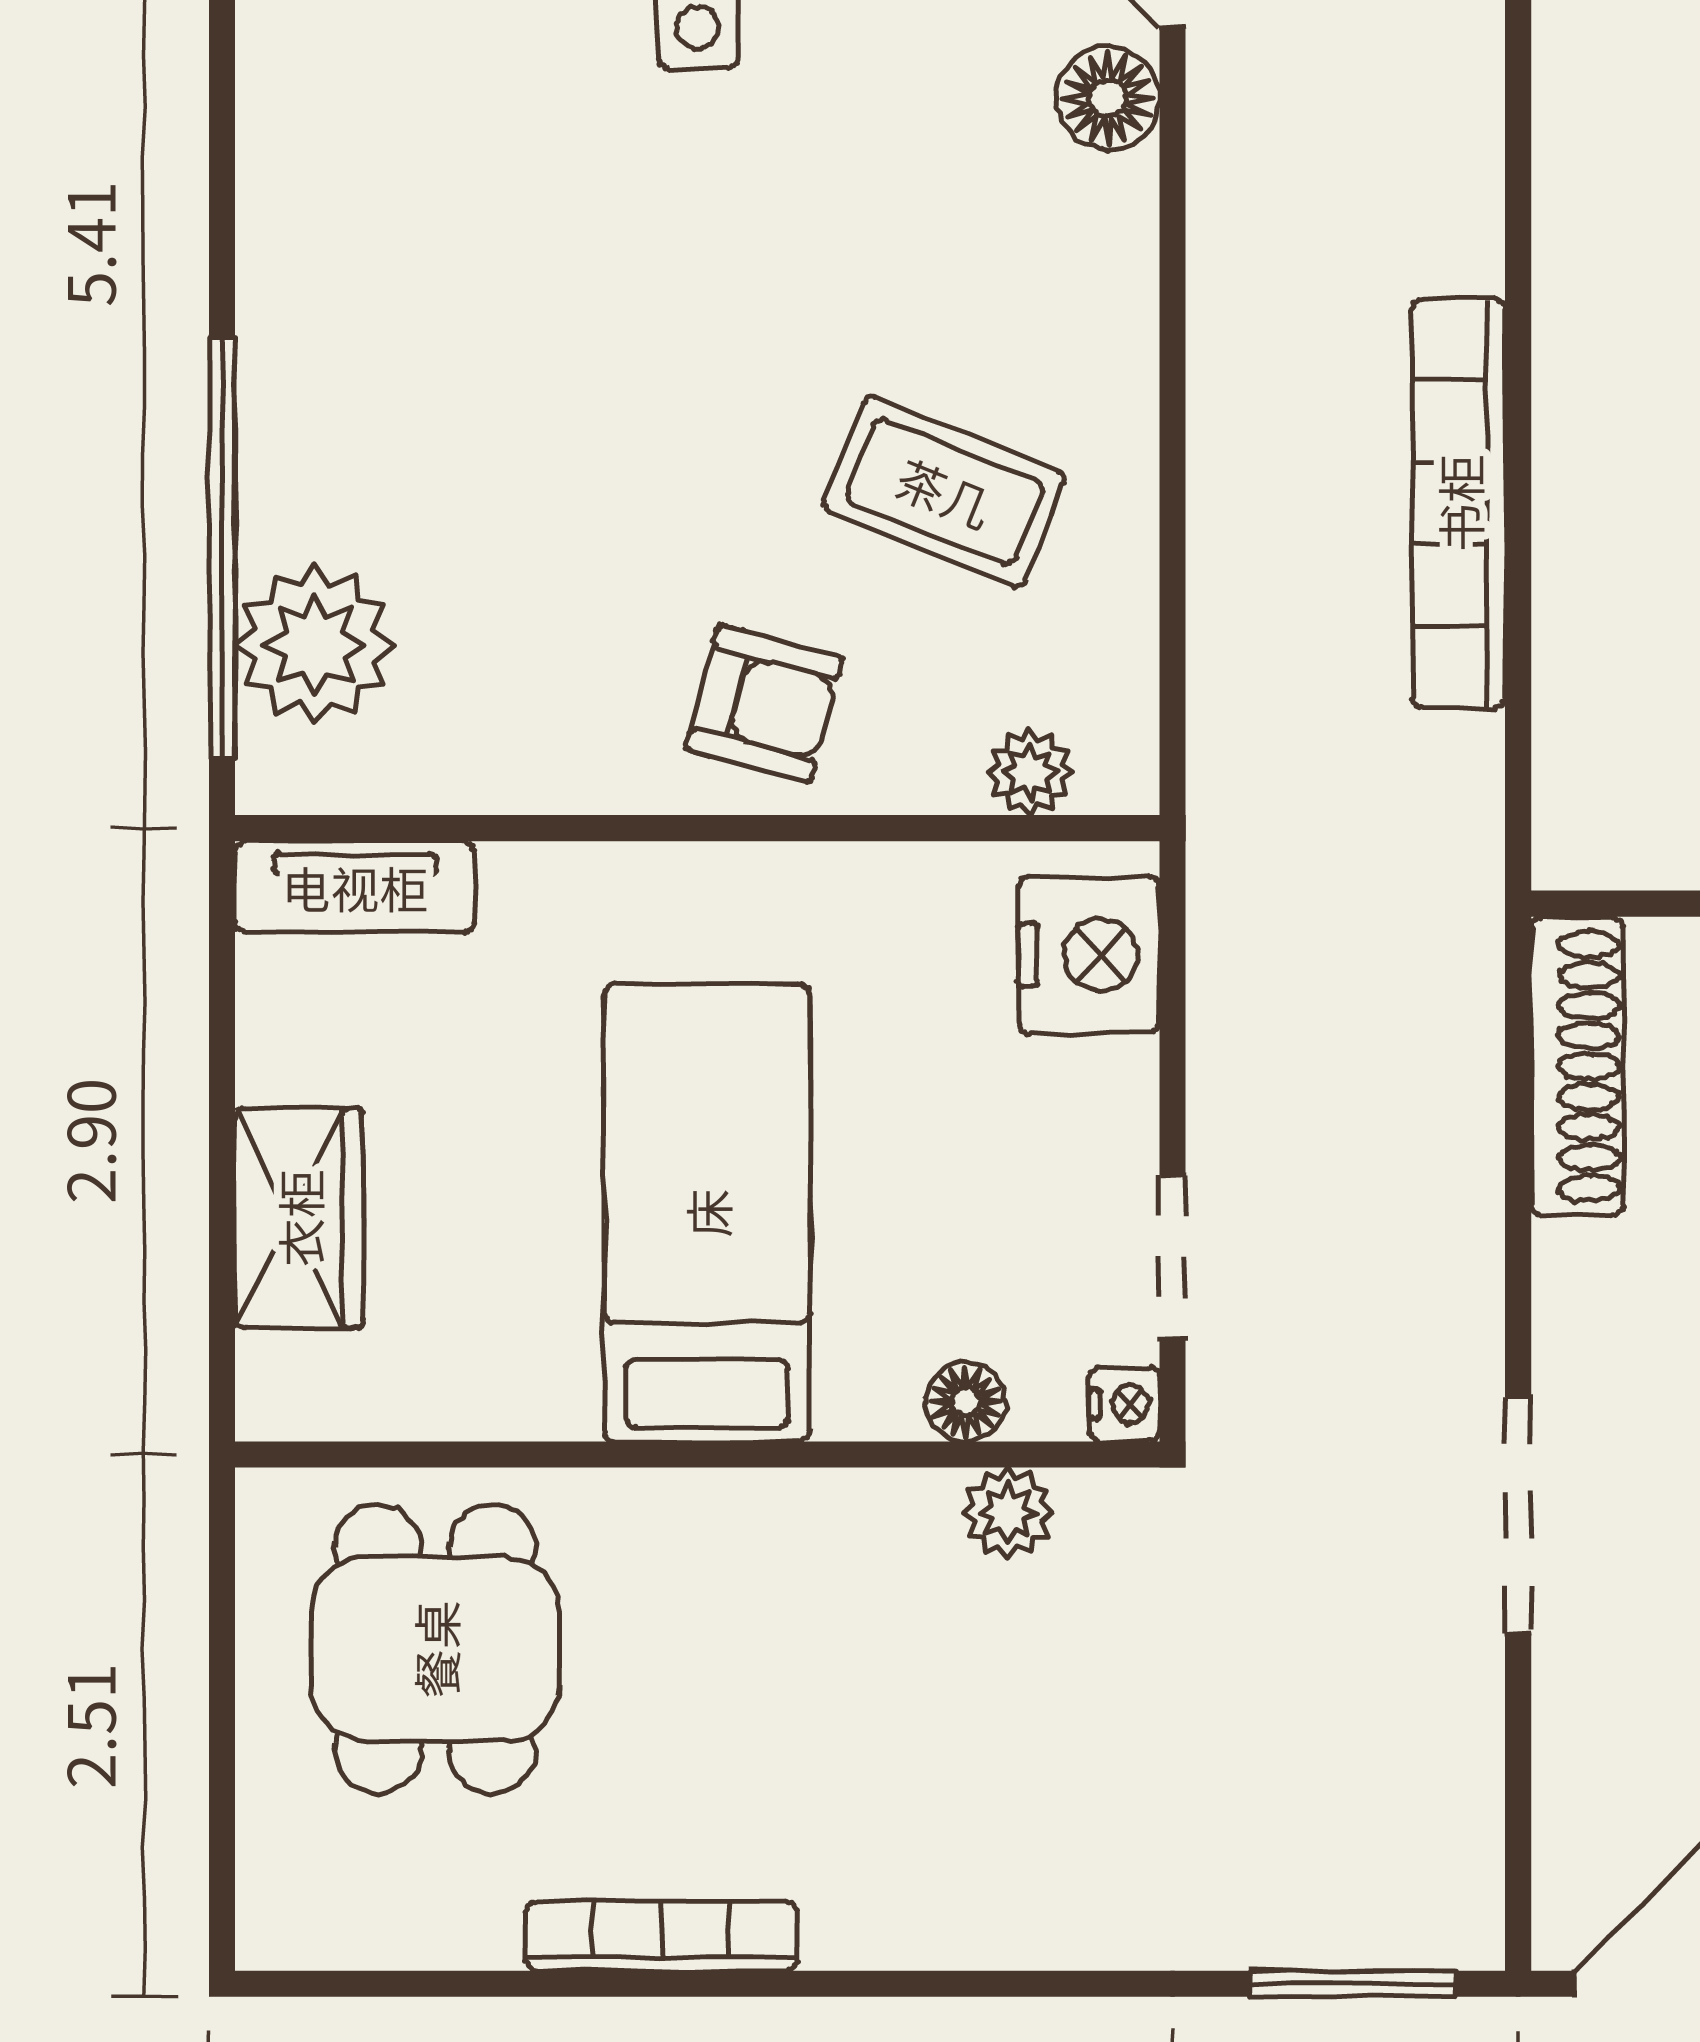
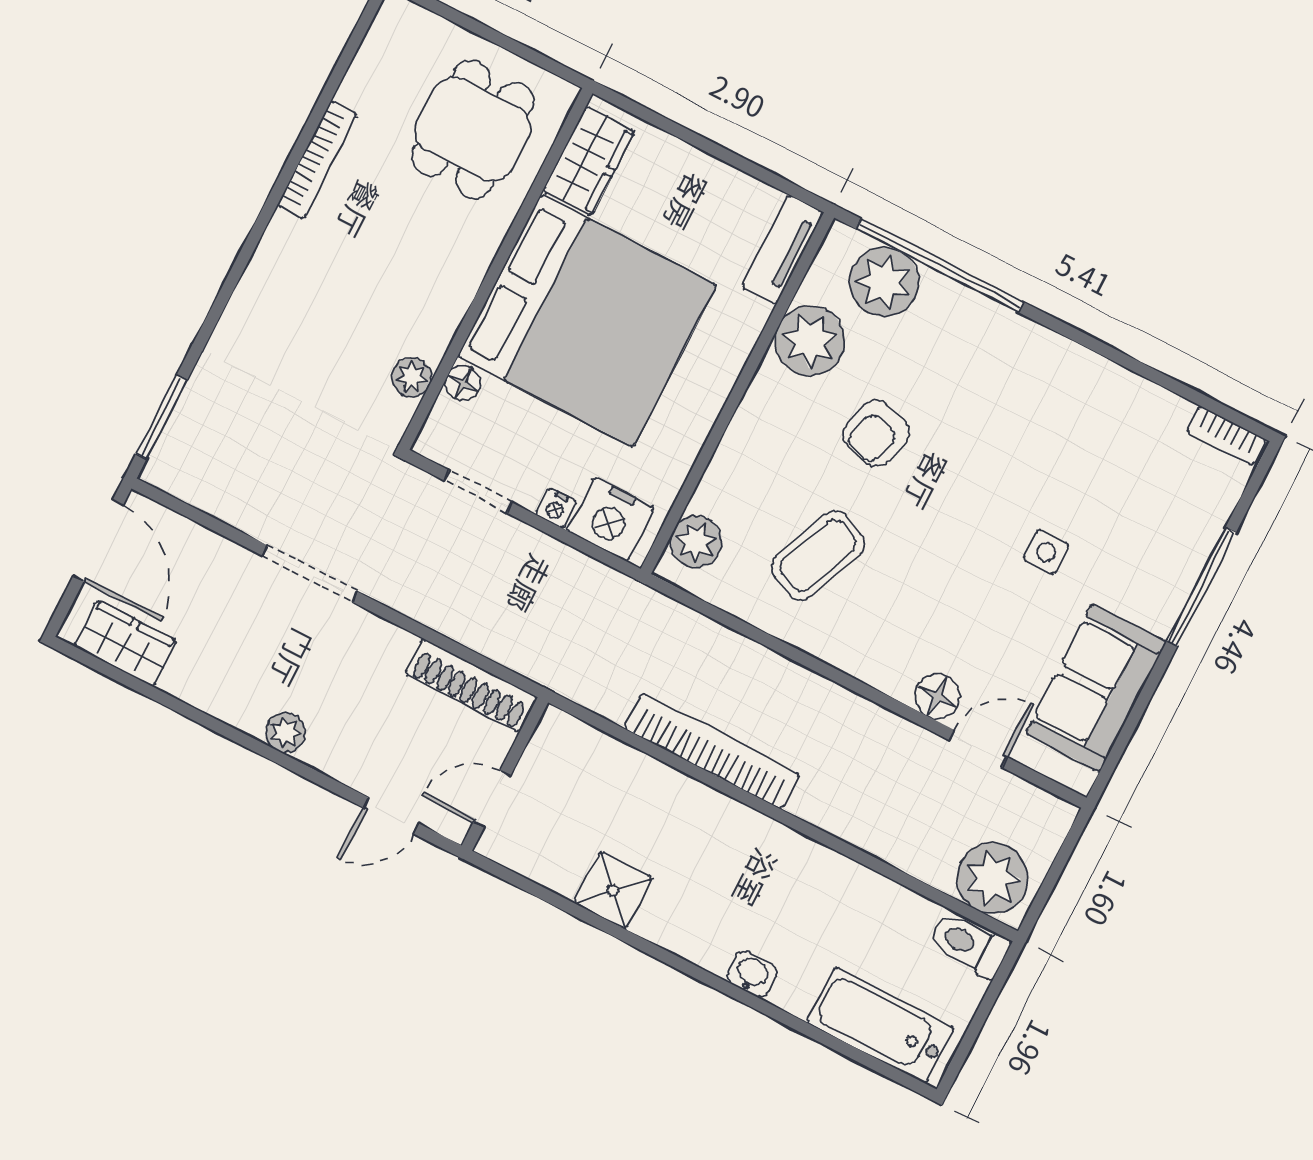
armchair: (764, 704) -> (876, 433), moved
plant: (513, 735) -> (810, 341), added
plant: (1030, 772) -> (696, 542), width x1.38, depth x1.38
bed: (707, 1213) -> (587, 321), width x2.04
wardrobe: (299, 1218) -> (589, 161), moved, turned -90
nightstand: (1124, 1404) -> (556, 508), moved
dining table: (435, 1649) -> (473, 129), turned 90

